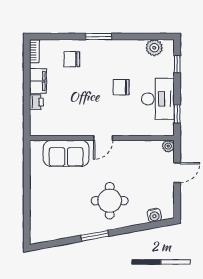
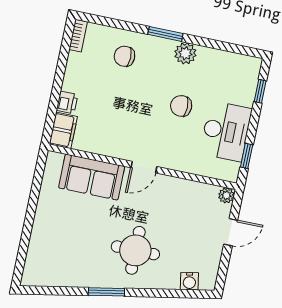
plant: (154, 48) -> (185, 53), moved
filing cabinet: (38, 81) -> (63, 130), moved

